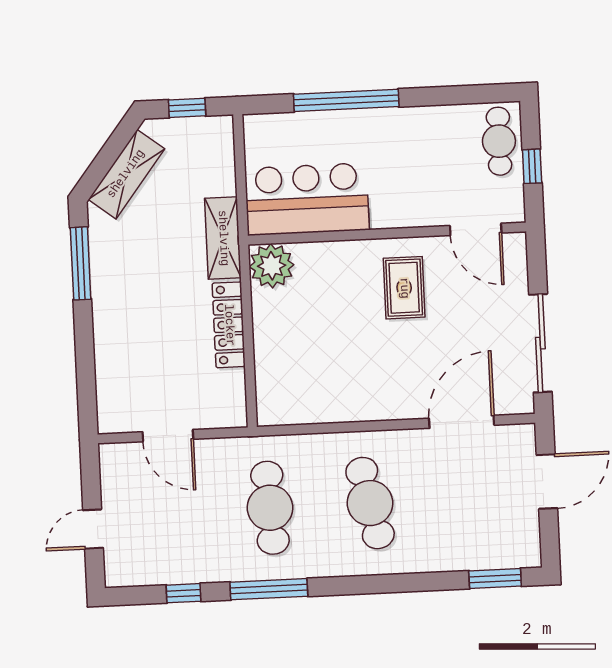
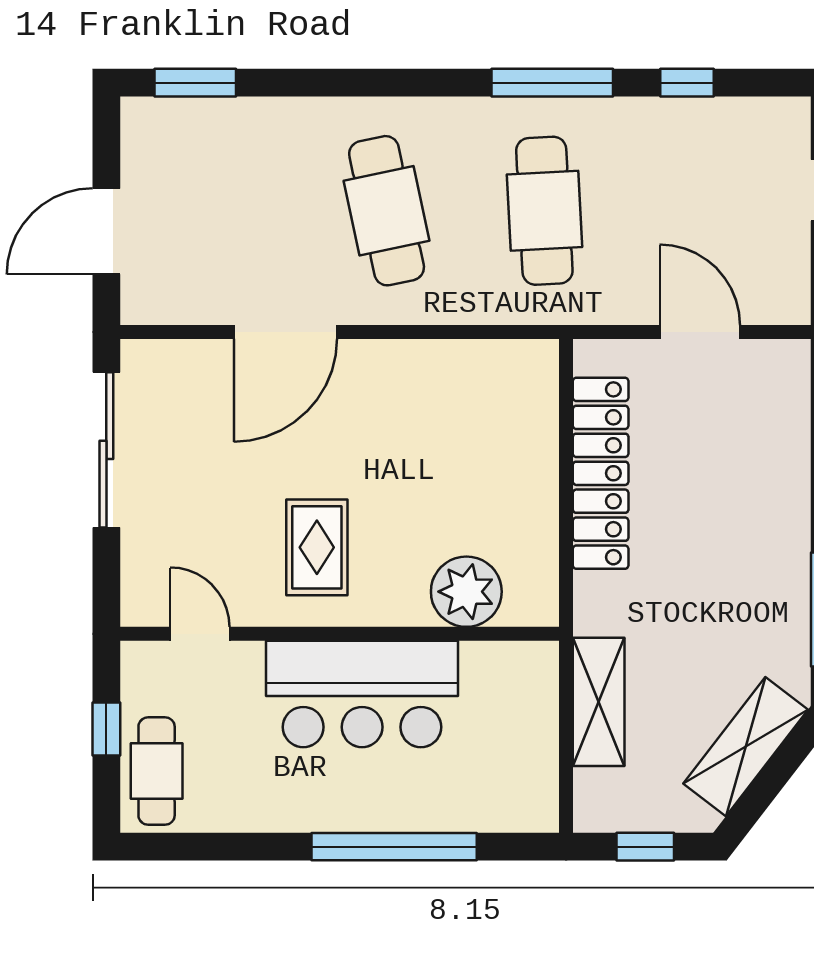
bar counter: (307, 199) -> (362, 694), moved
door: (476, 229) -> (200, 634), width x0.73
shelving: (223, 238) -> (599, 702), moved
plant: (272, 266) -> (466, 592), moved
locker: (229, 325) -> (601, 473), width x1.41, depth x1.21
door: (462, 422) -> (285, 332), moved

